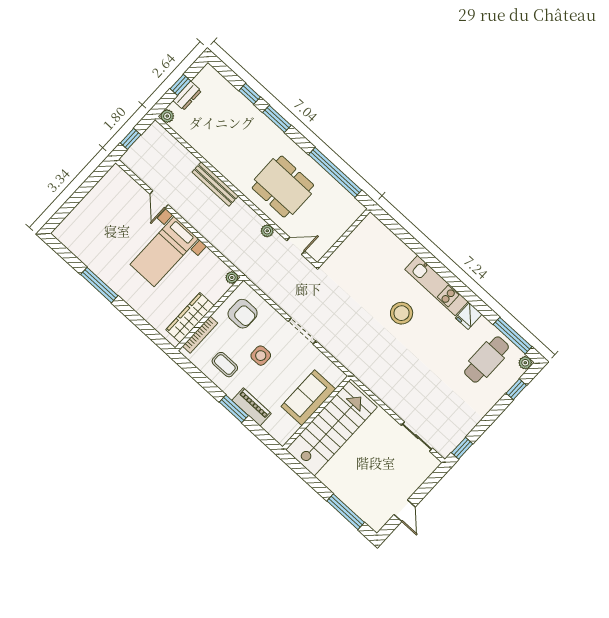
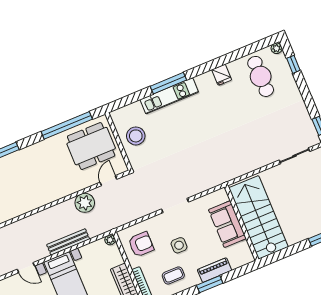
bench: (215, 184) -> (68, 242), moved
dining table: (283, 187) -> (91, 146), moved
plant: (267, 231) -> (85, 203), width x1.88, depth x1.88
kitchen unit: (436, 285) -> (169, 96), moved
stool: (402, 313) -> (136, 136), moved
window: (513, 336) -> (168, 83), moved

